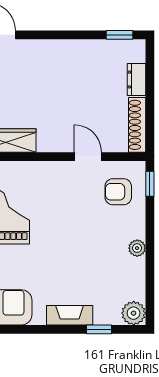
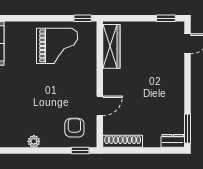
window: (119, 35) -> (187, 129), width x1.50
dresser: (136, 80) -> (173, 141), moved

